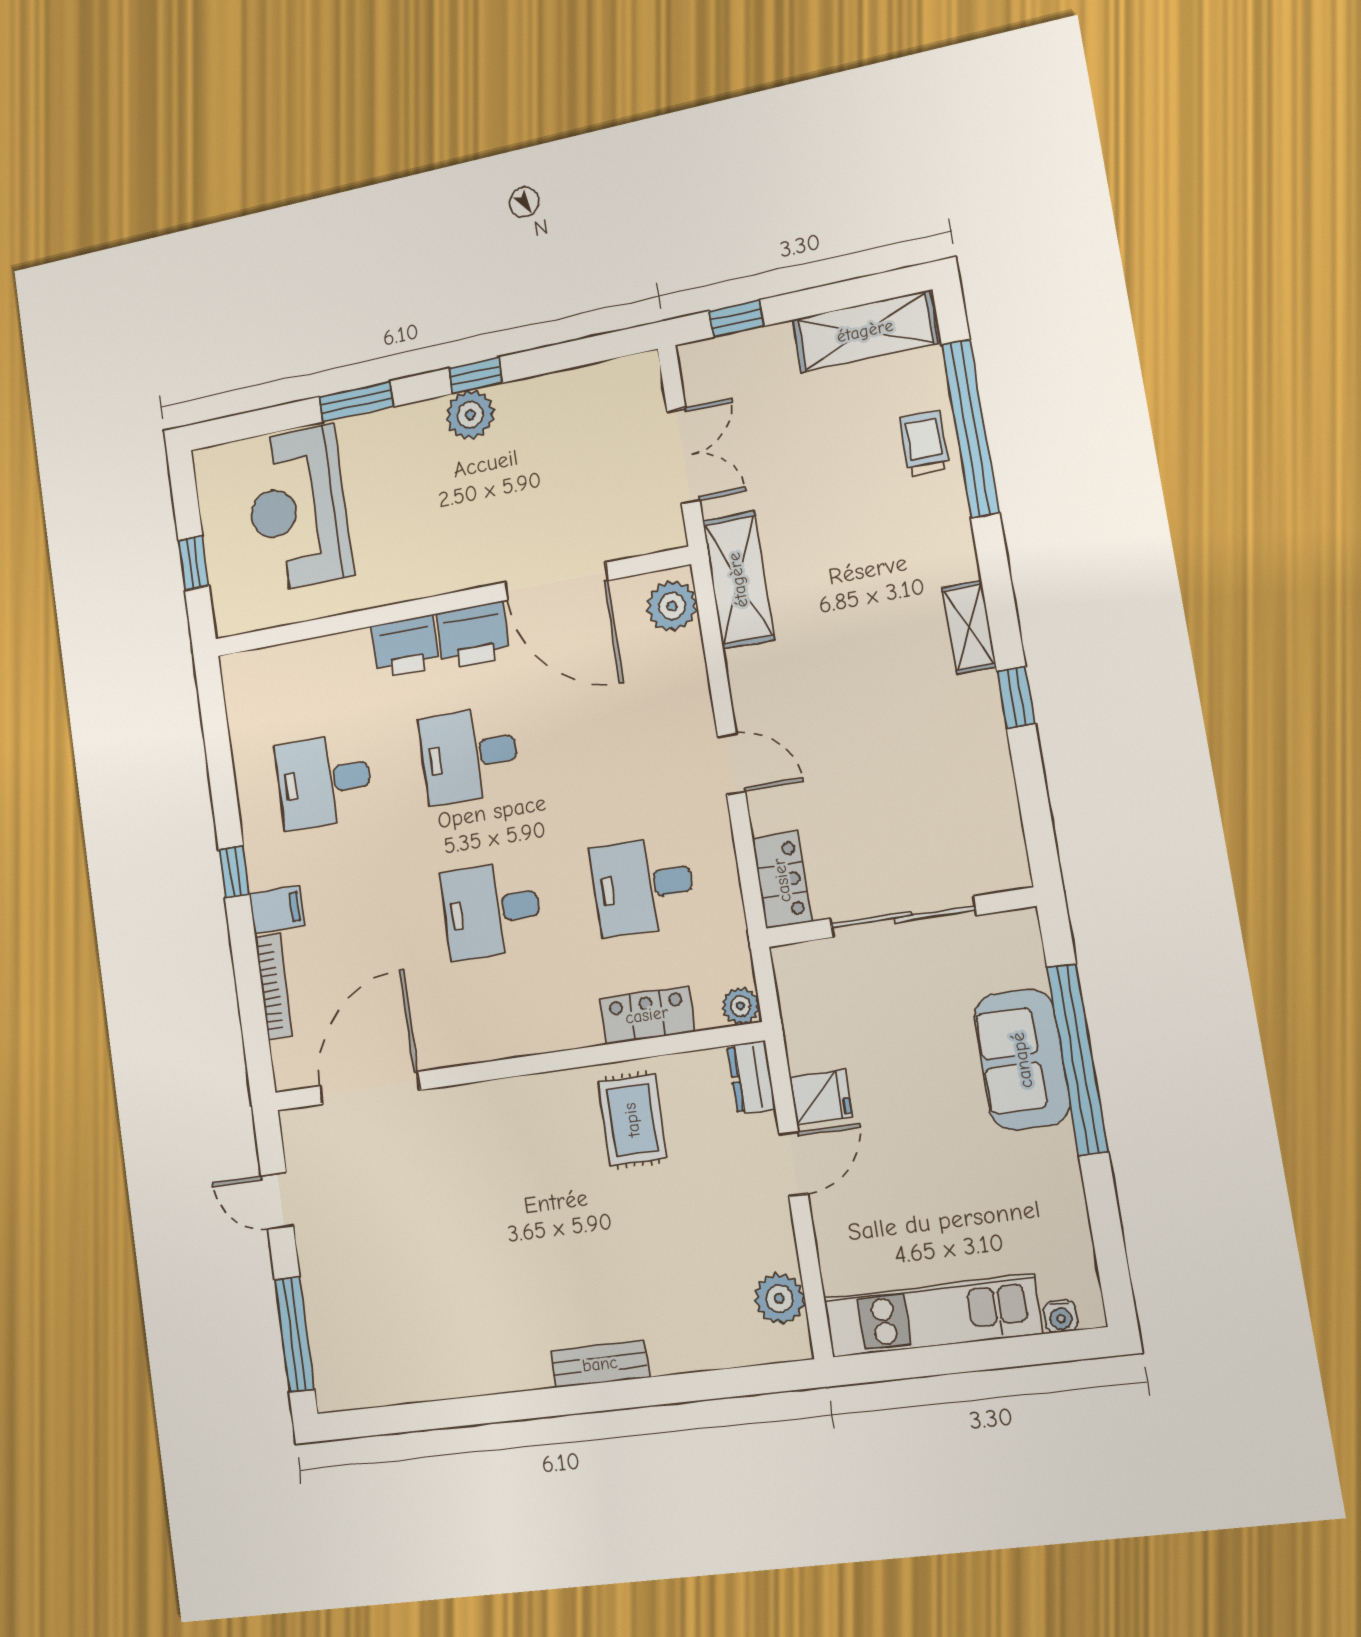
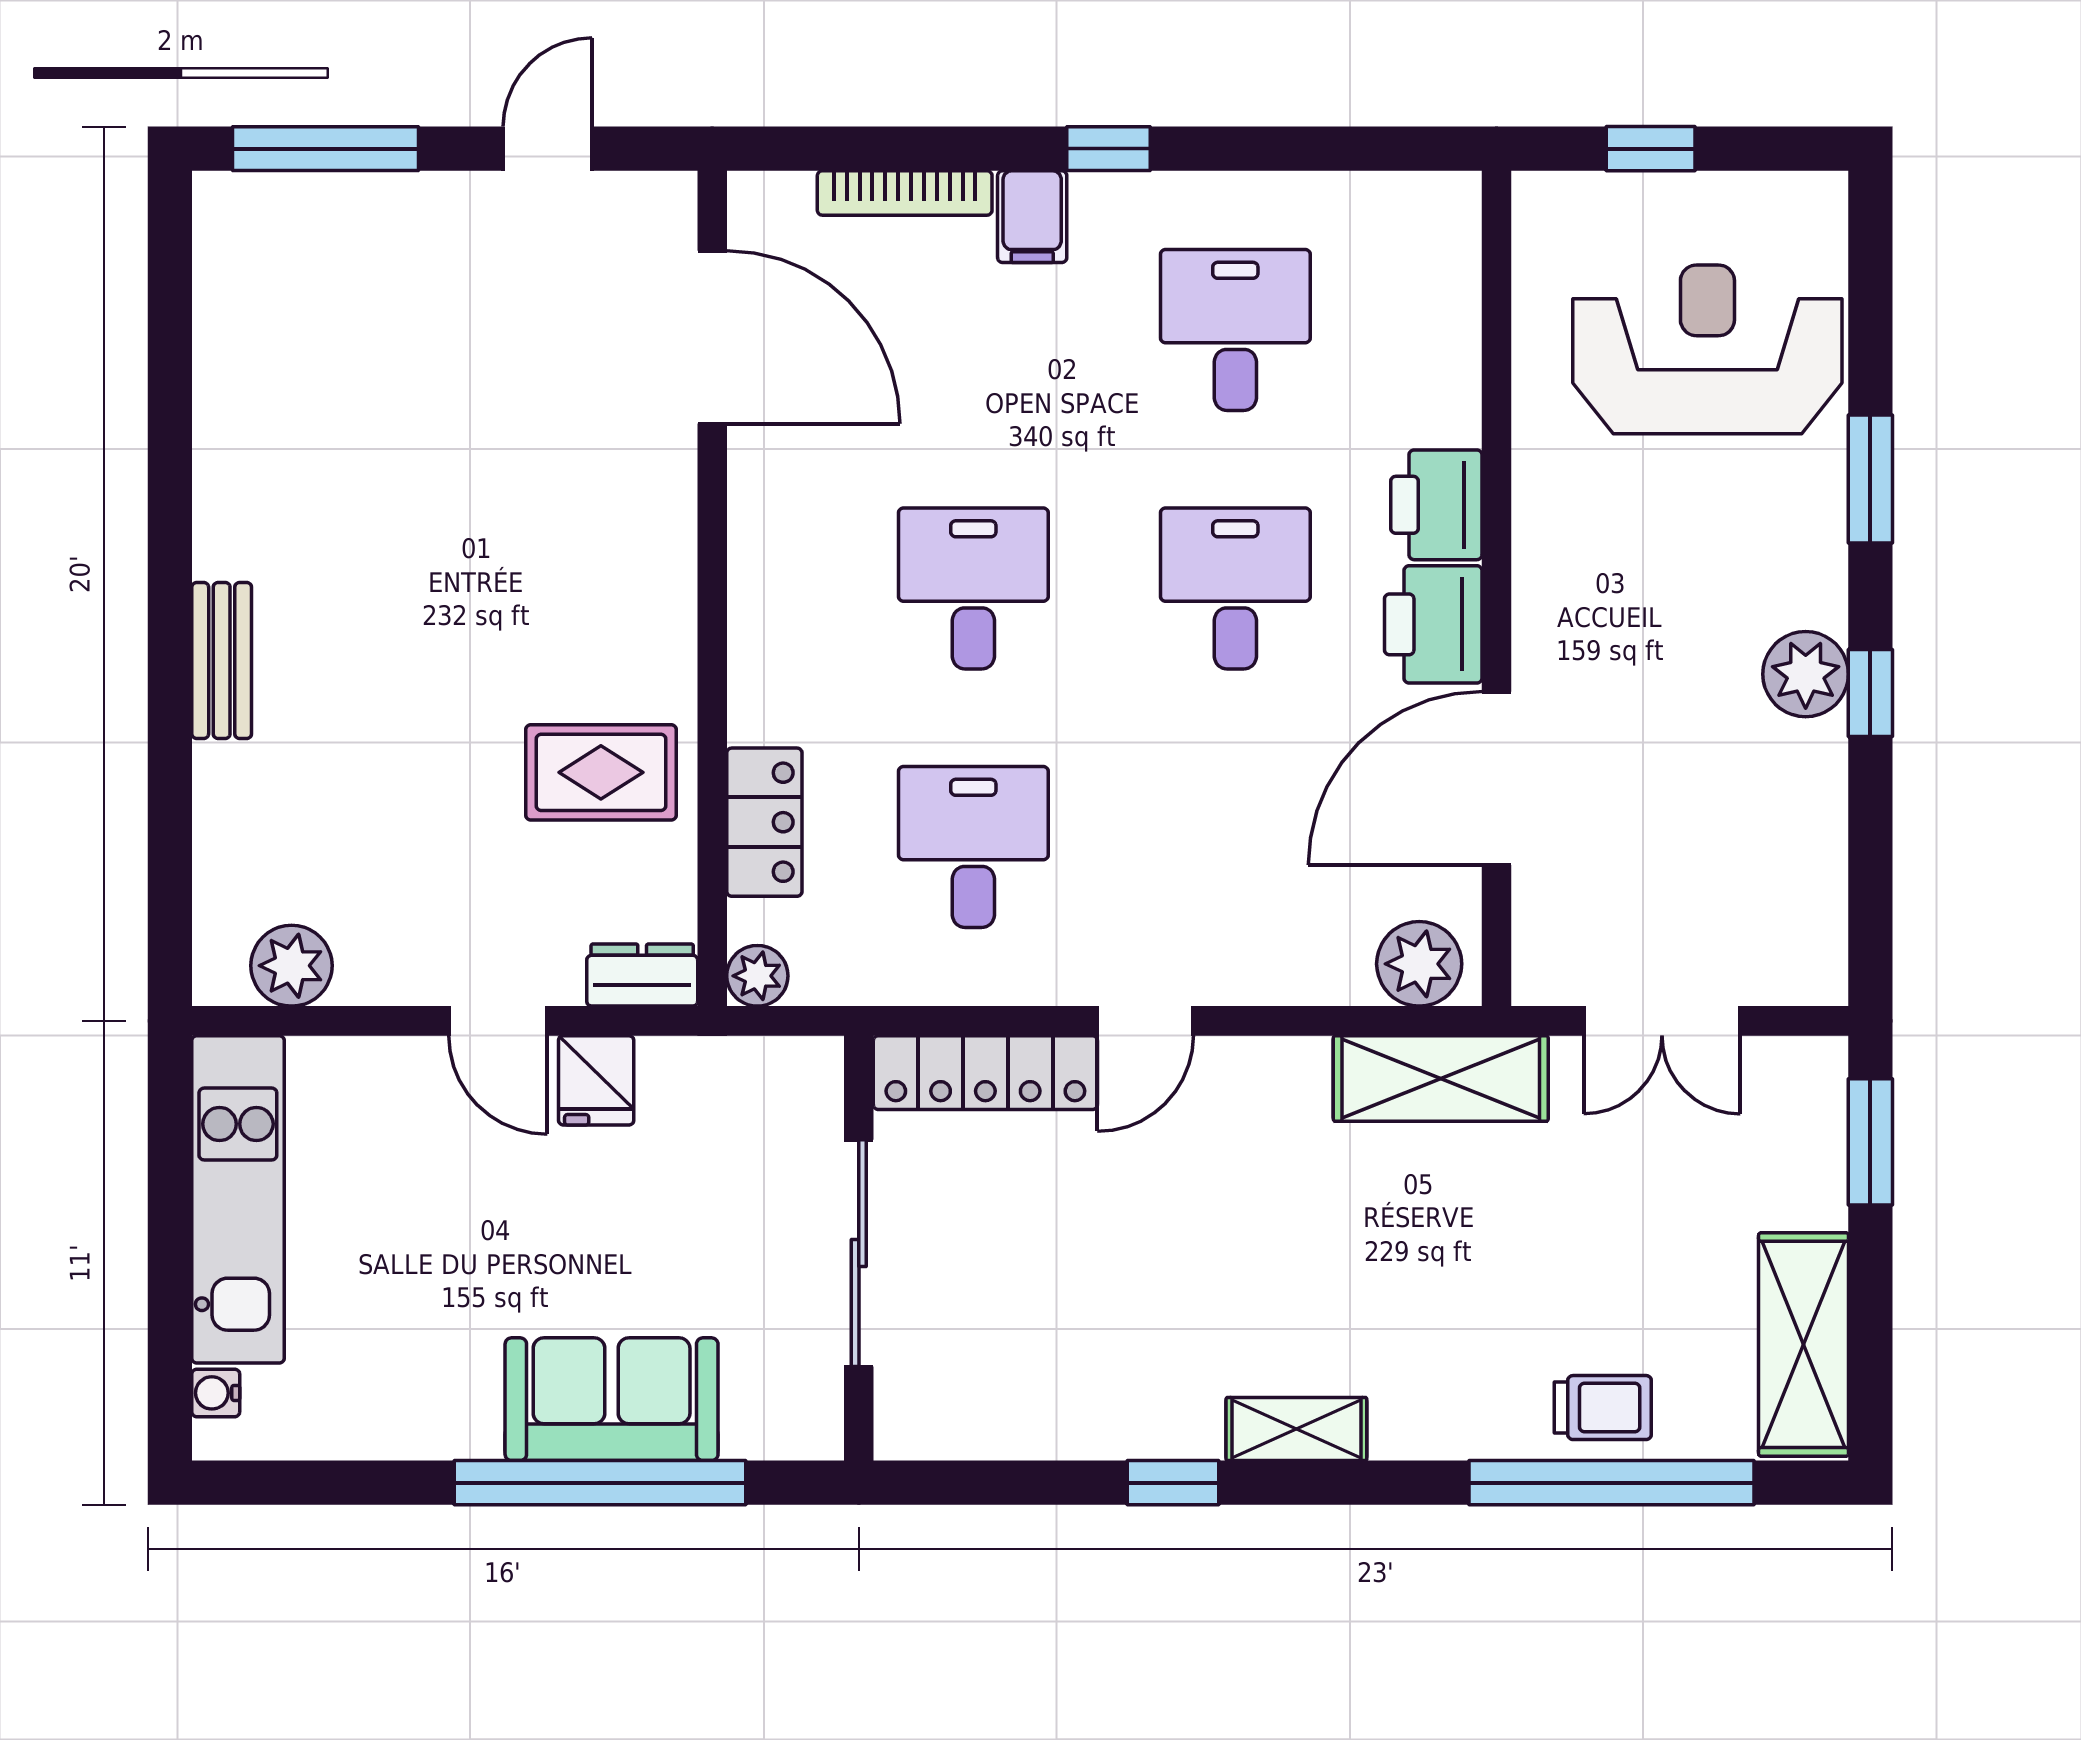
window: (736, 318) -> (1870, 1142), width x1.50
locker: (782, 880) -> (985, 1073), width x1.53

